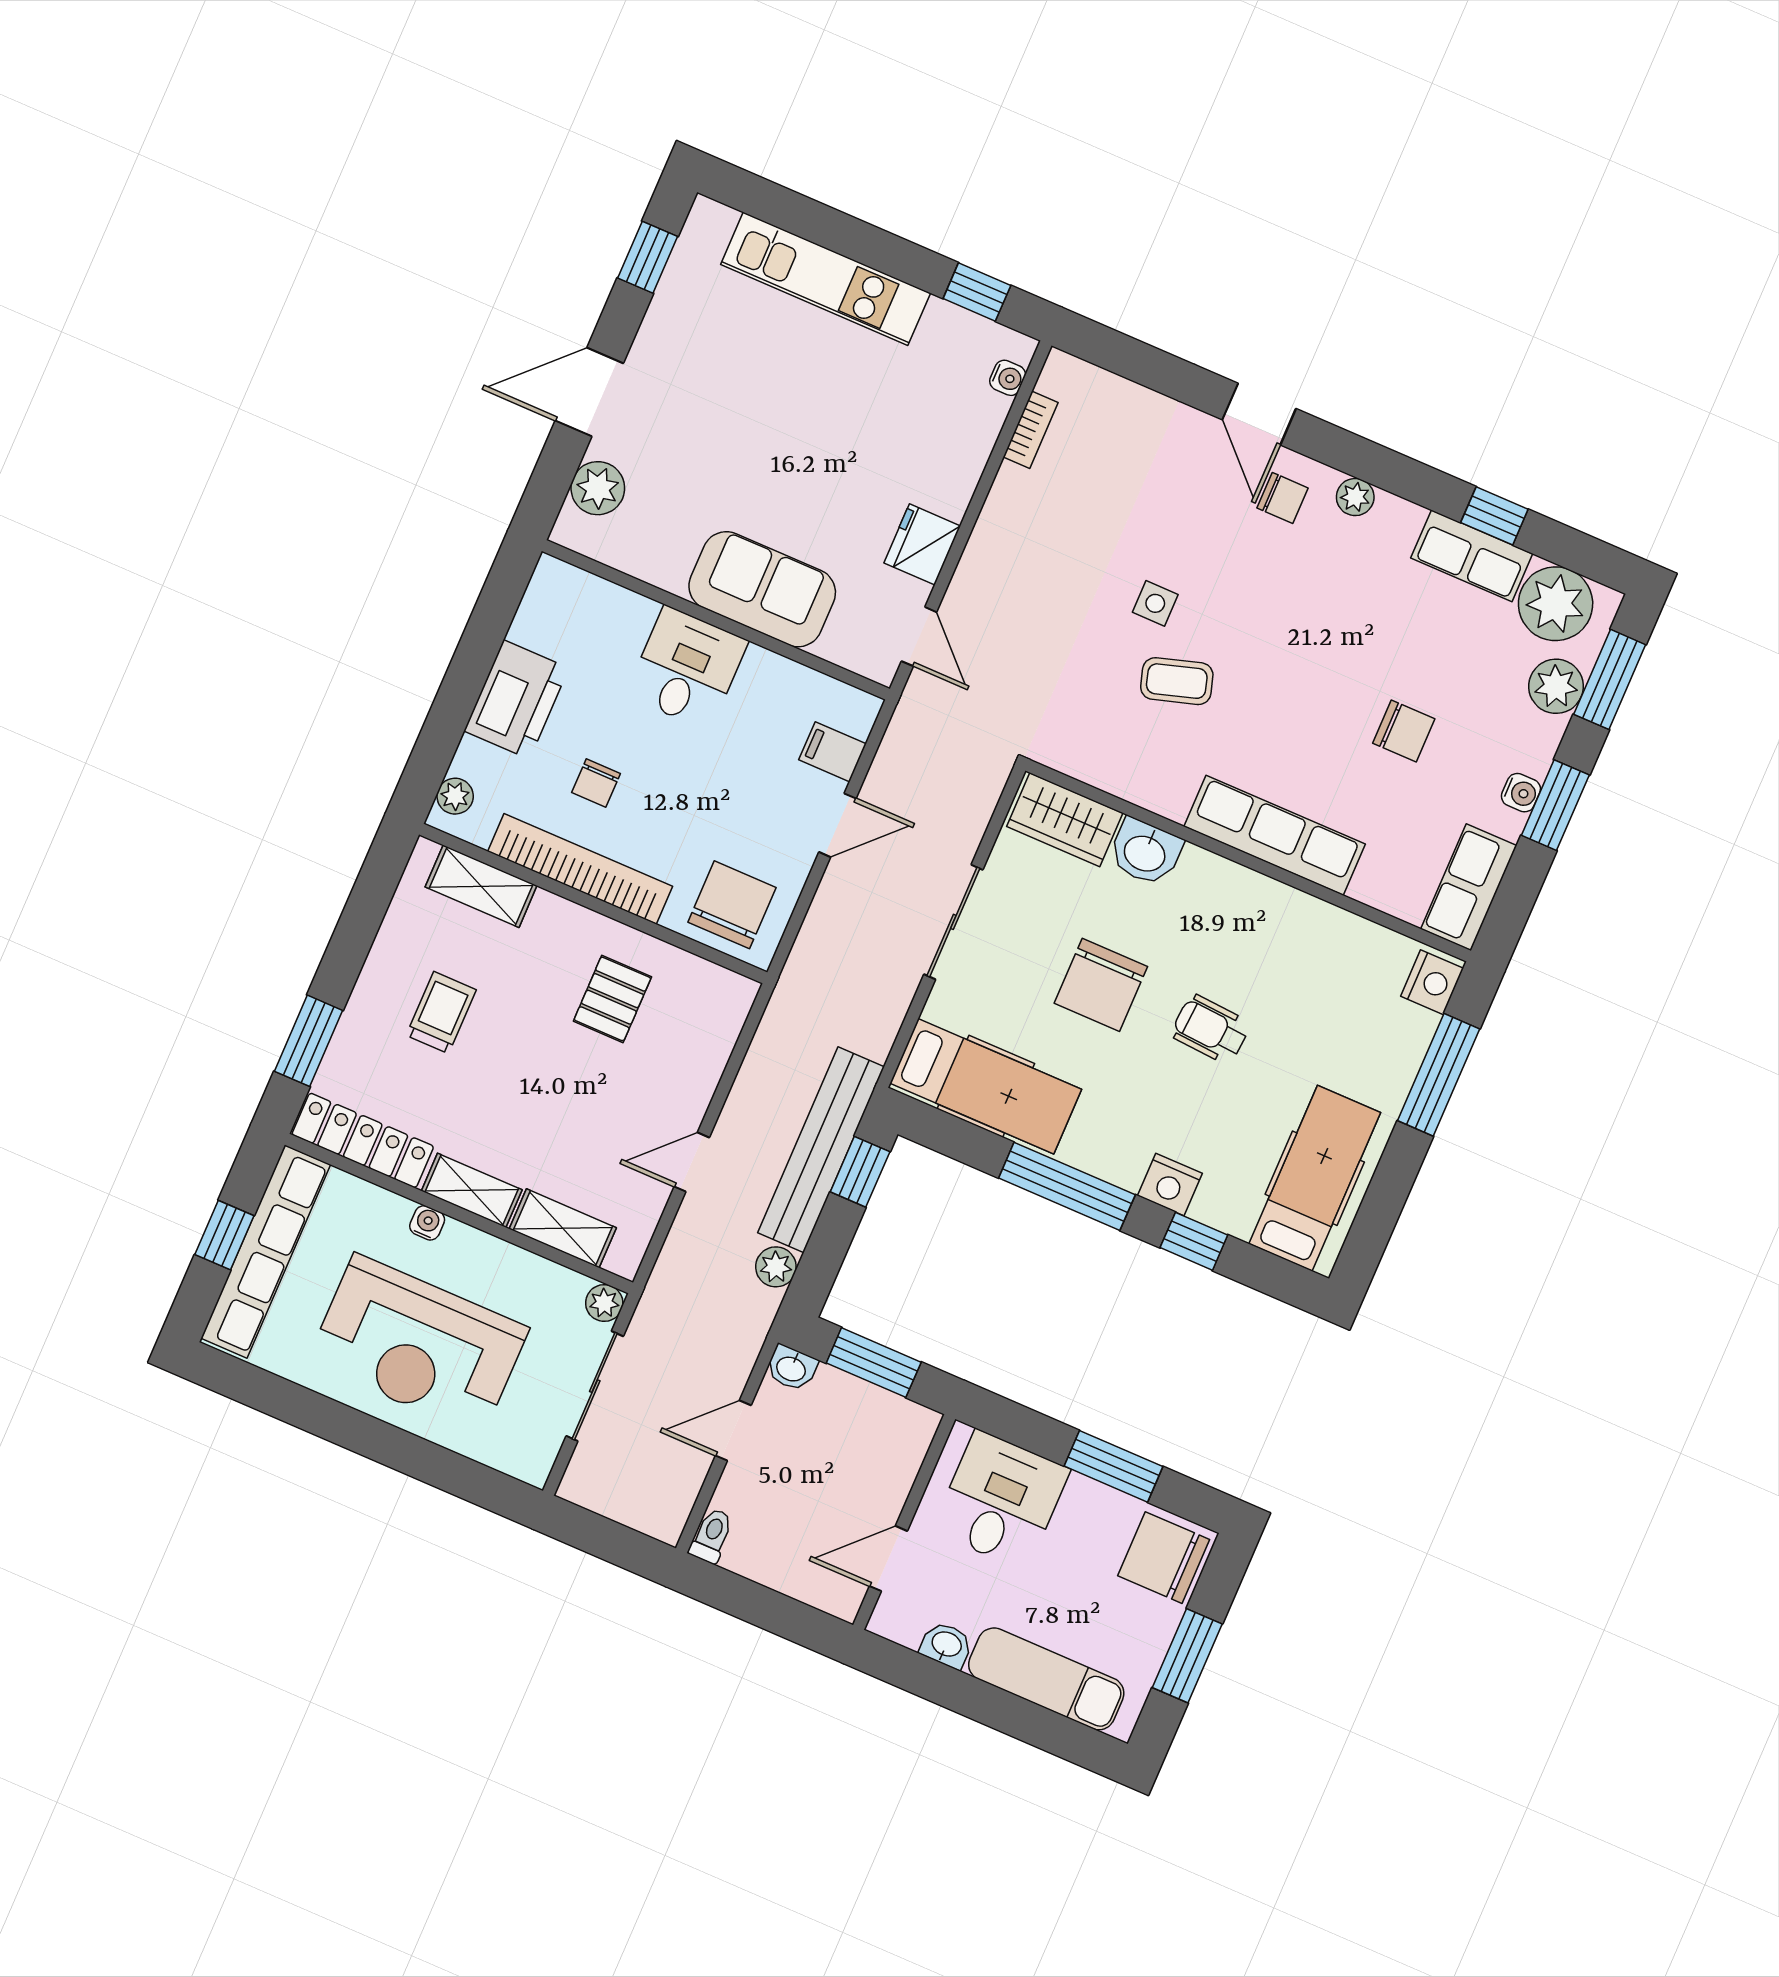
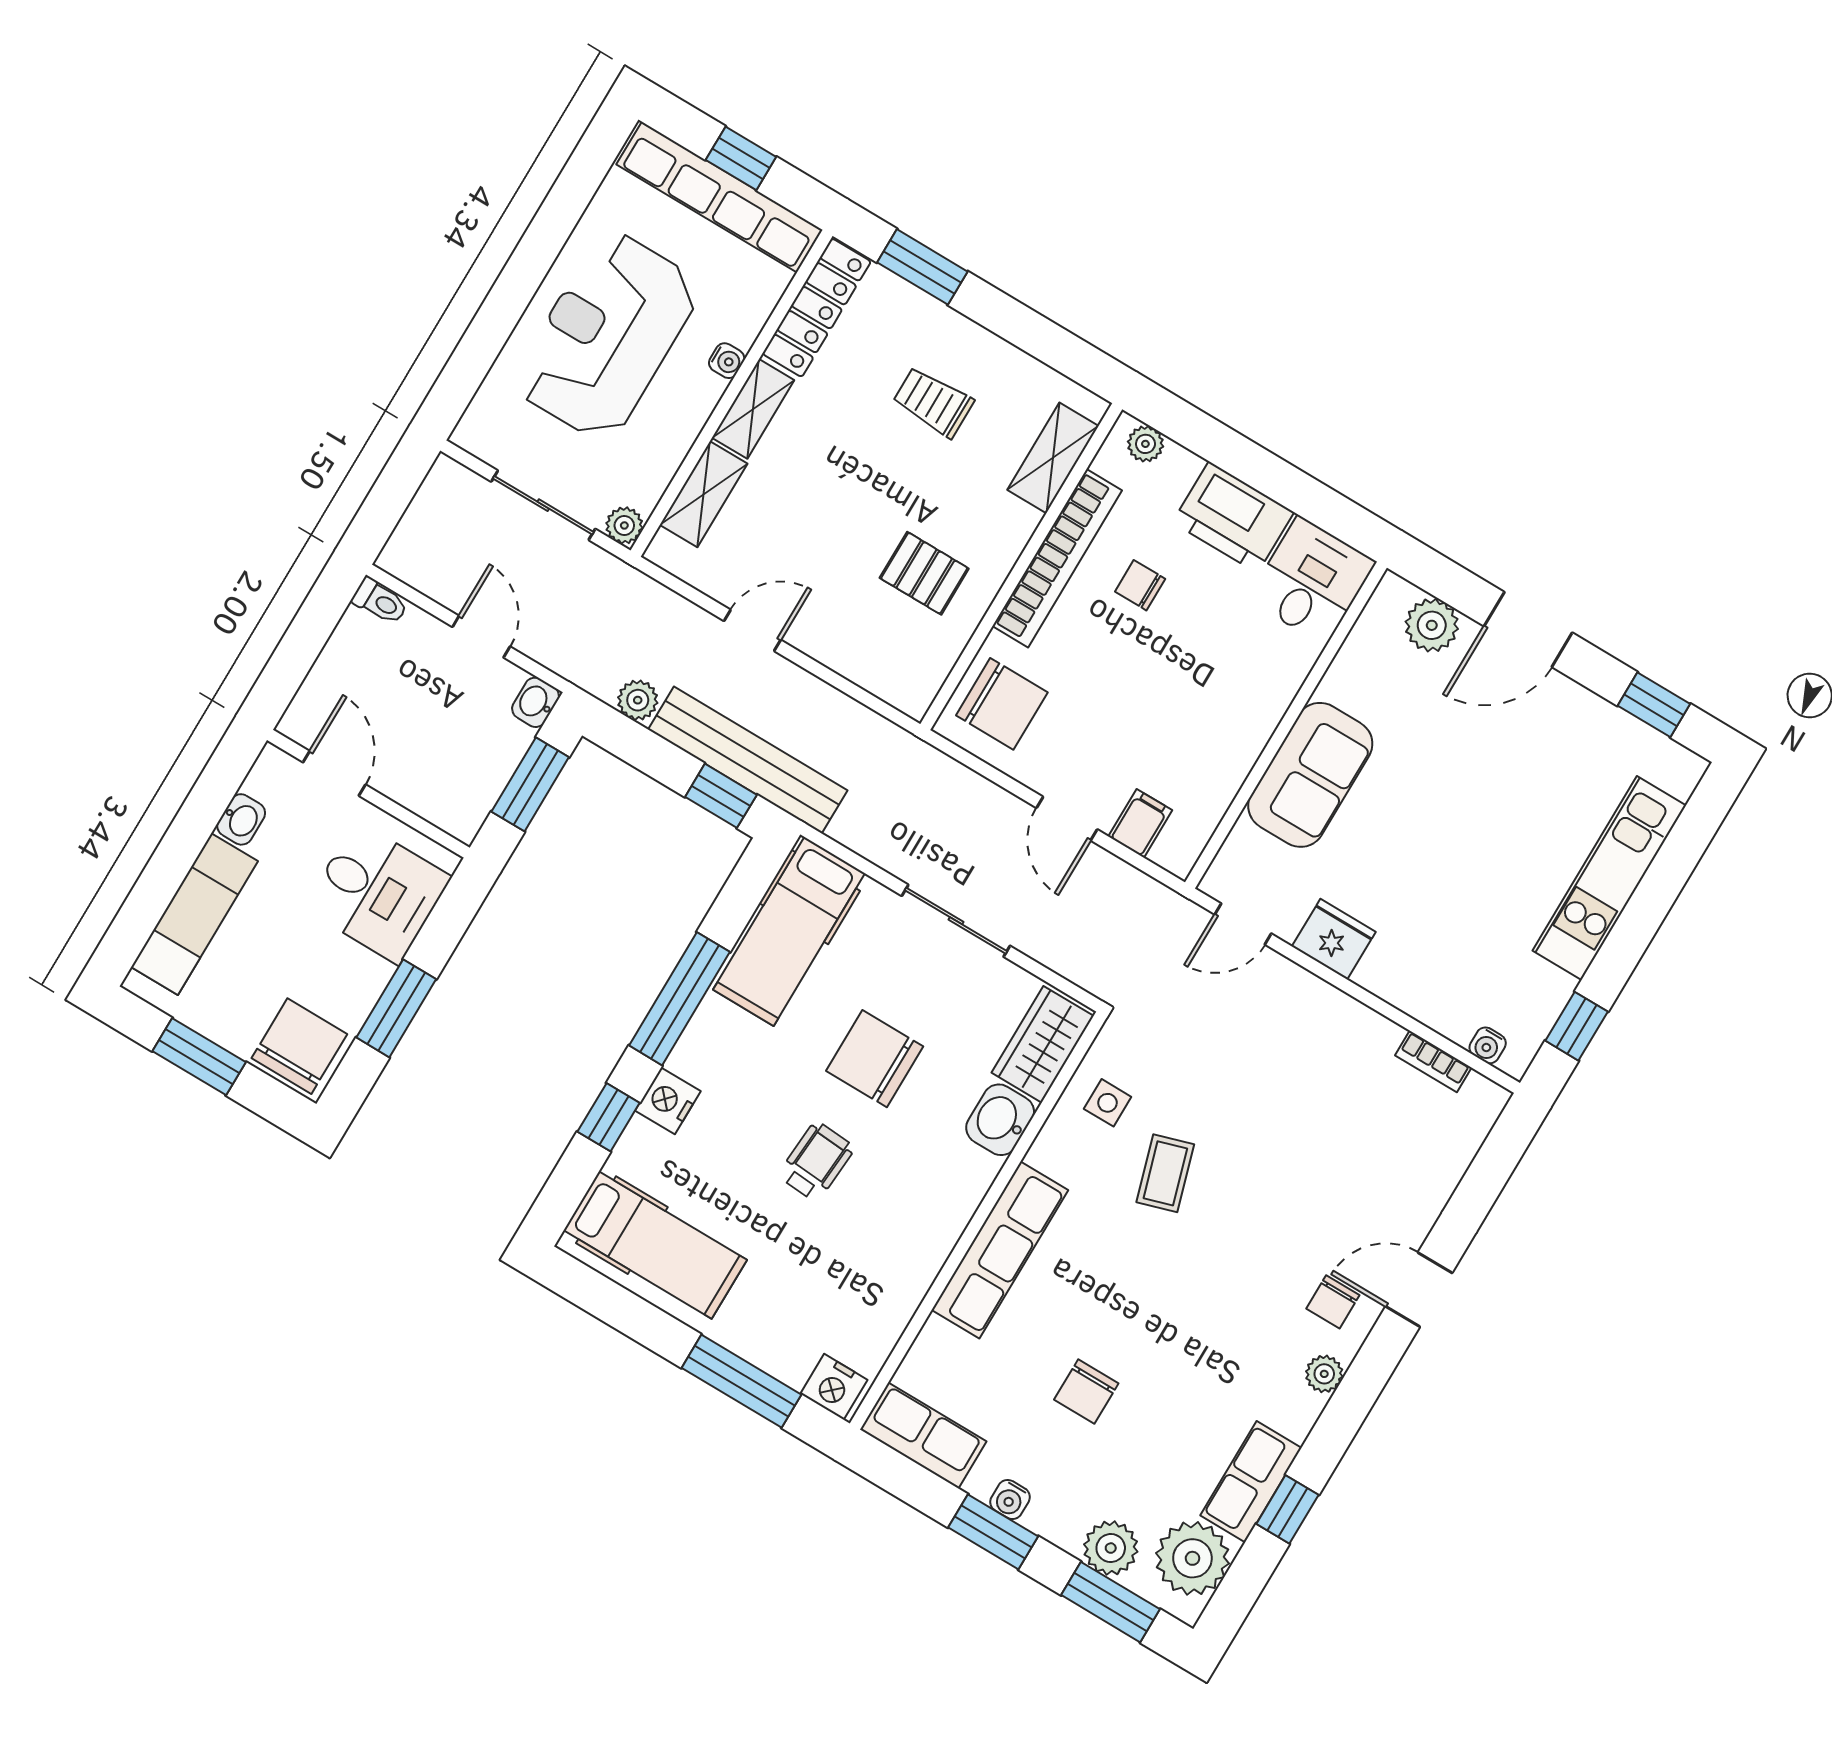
door: (589, 392) -> (1528, 629), swing flipped
side table: (1155, 603) -> (1108, 1103), moved
desk: (687, 668) -> (1312, 581), moved, turned -90
trolley: (441, 1012) -> (933, 402), turned 180
door: (692, 1162) -> (752, 630), hinge flipped

